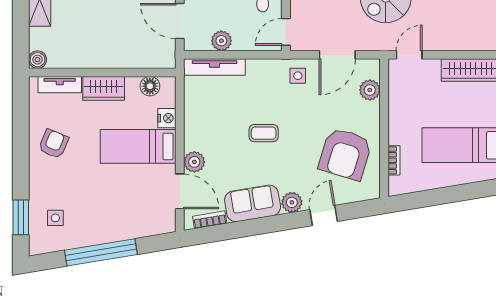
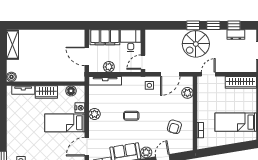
armchair: (53, 144) -> (20, 121), removed
armchair: (345, 154) -> (174, 127), width x0.53, depth x0.53
plant: (194, 162) -> (94, 114), moved
door: (180, 191) -> (87, 147), swing flipped

